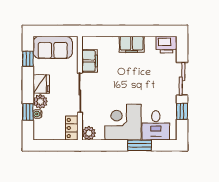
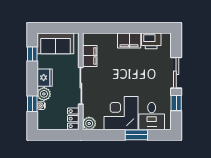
printer: (166, 45) -> (151, 41), moved

